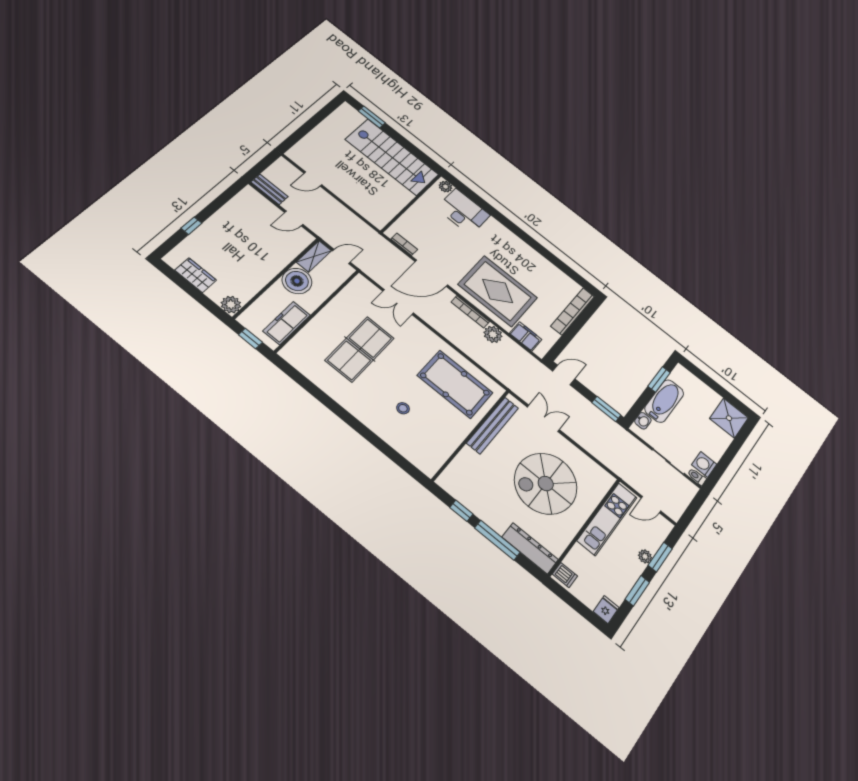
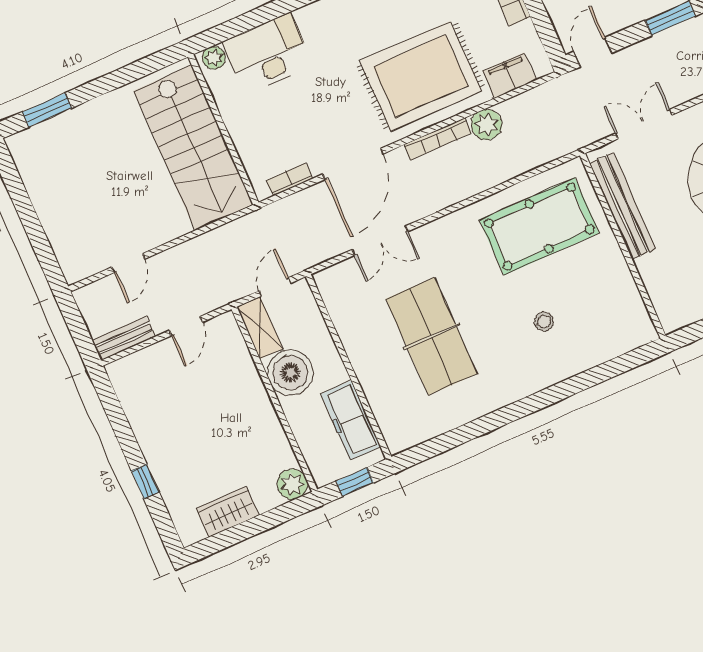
stairs: (392, 157) -> (194, 148), moved, turned 90

